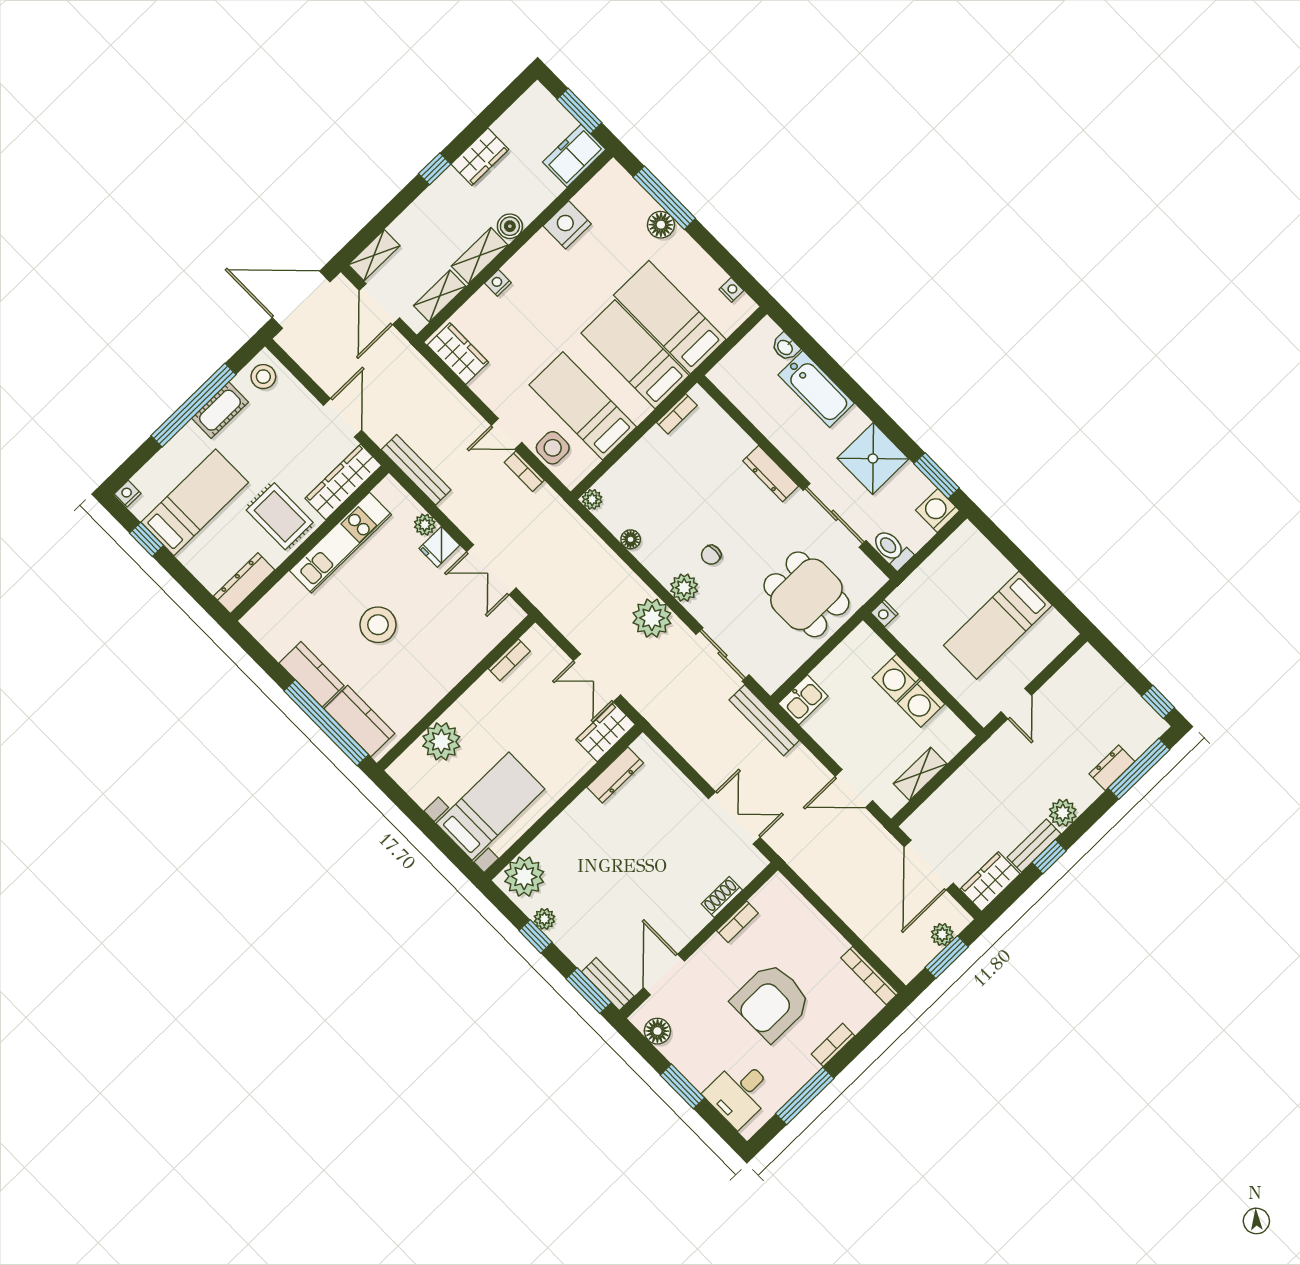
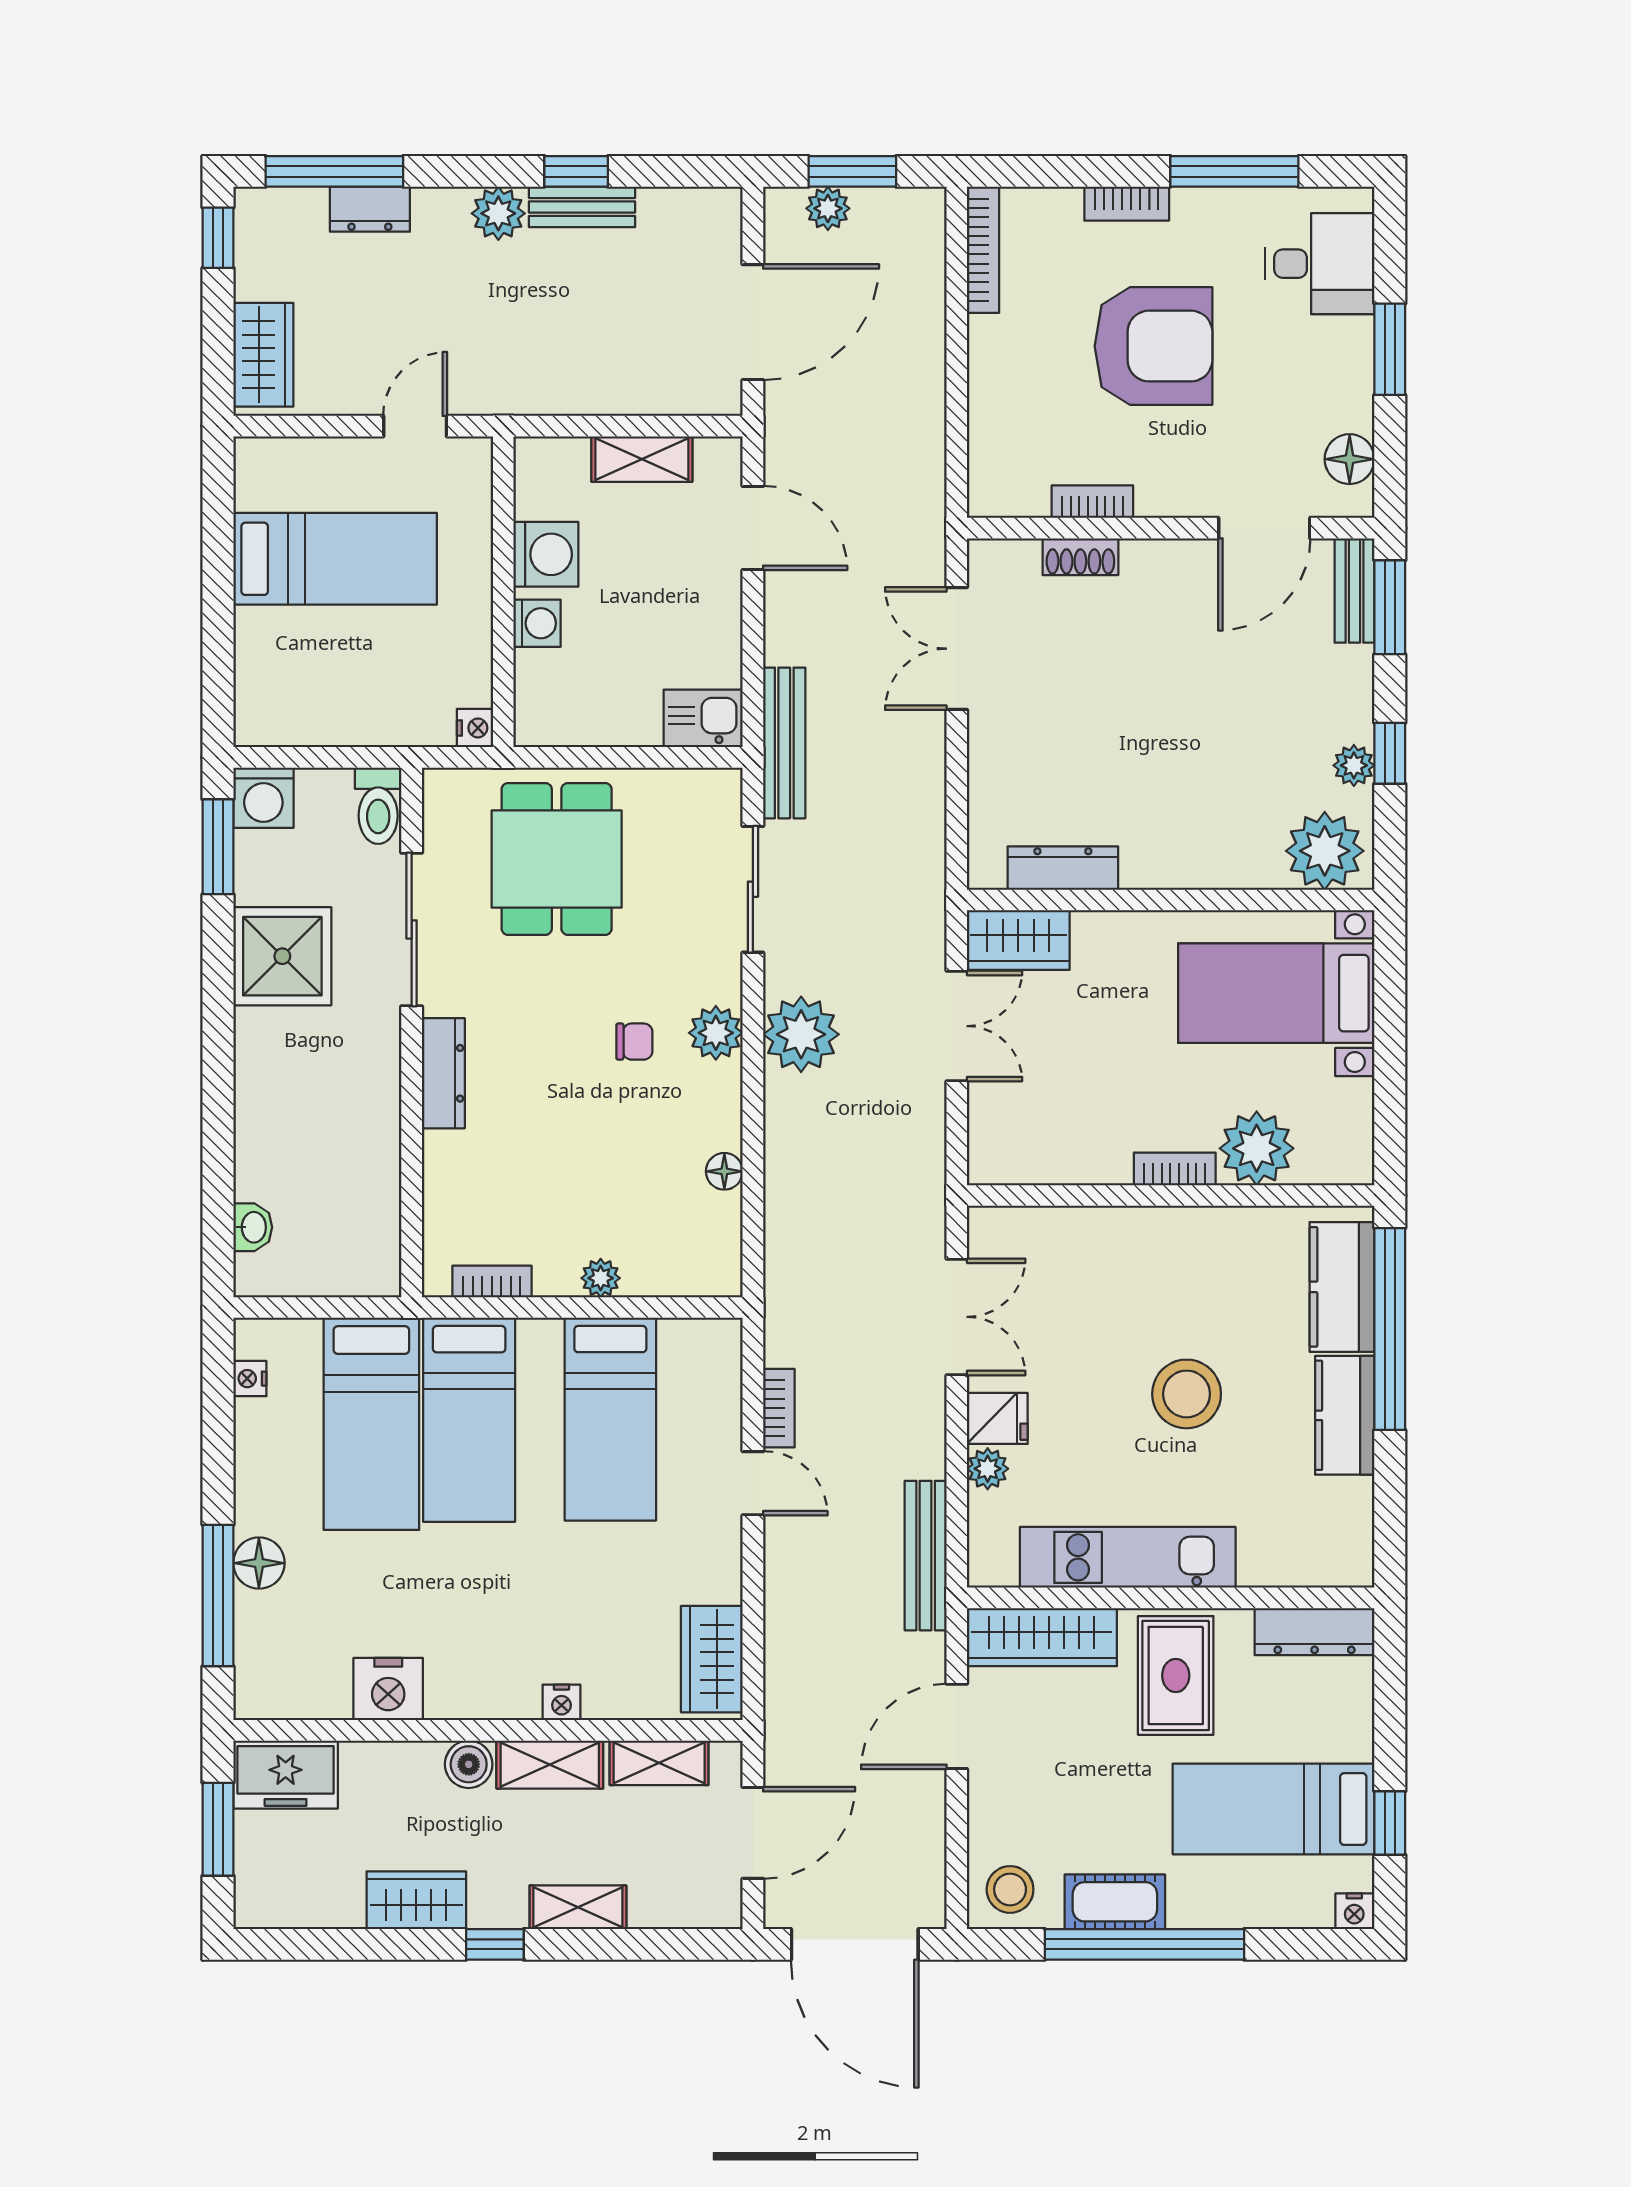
shelving: (374, 255) -> (578, 1907), moved
bathtub: (816, 389) -> (267, 1128), removed
side table: (553, 448) -> (708, 1402), removed
plant: (592, 499) -> (601, 1278), moved
bookcase: (509, 660) -> (1175, 1169), moved
washing machine: (896, 678) -> (537, 623), width x0.73, depth x0.73
wardrobe: (990, 882) -> (263, 355), moved, turned -90

